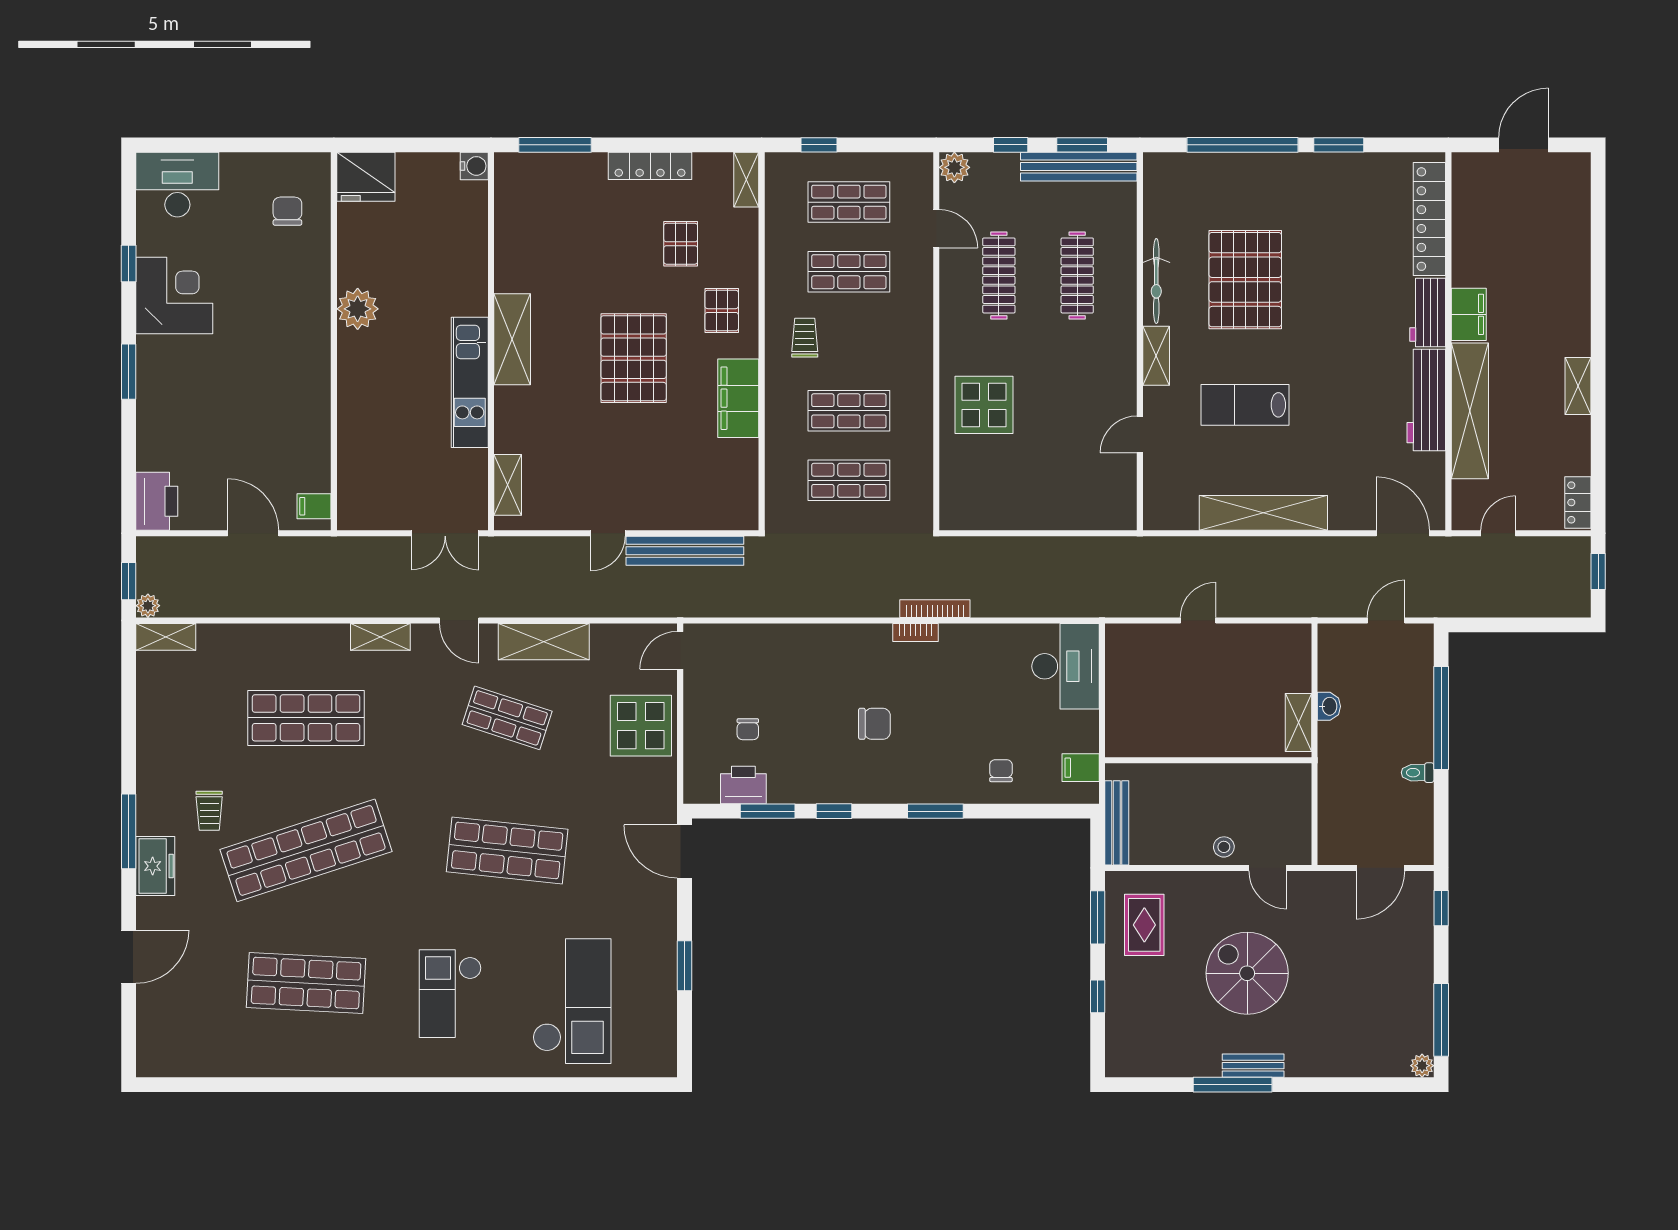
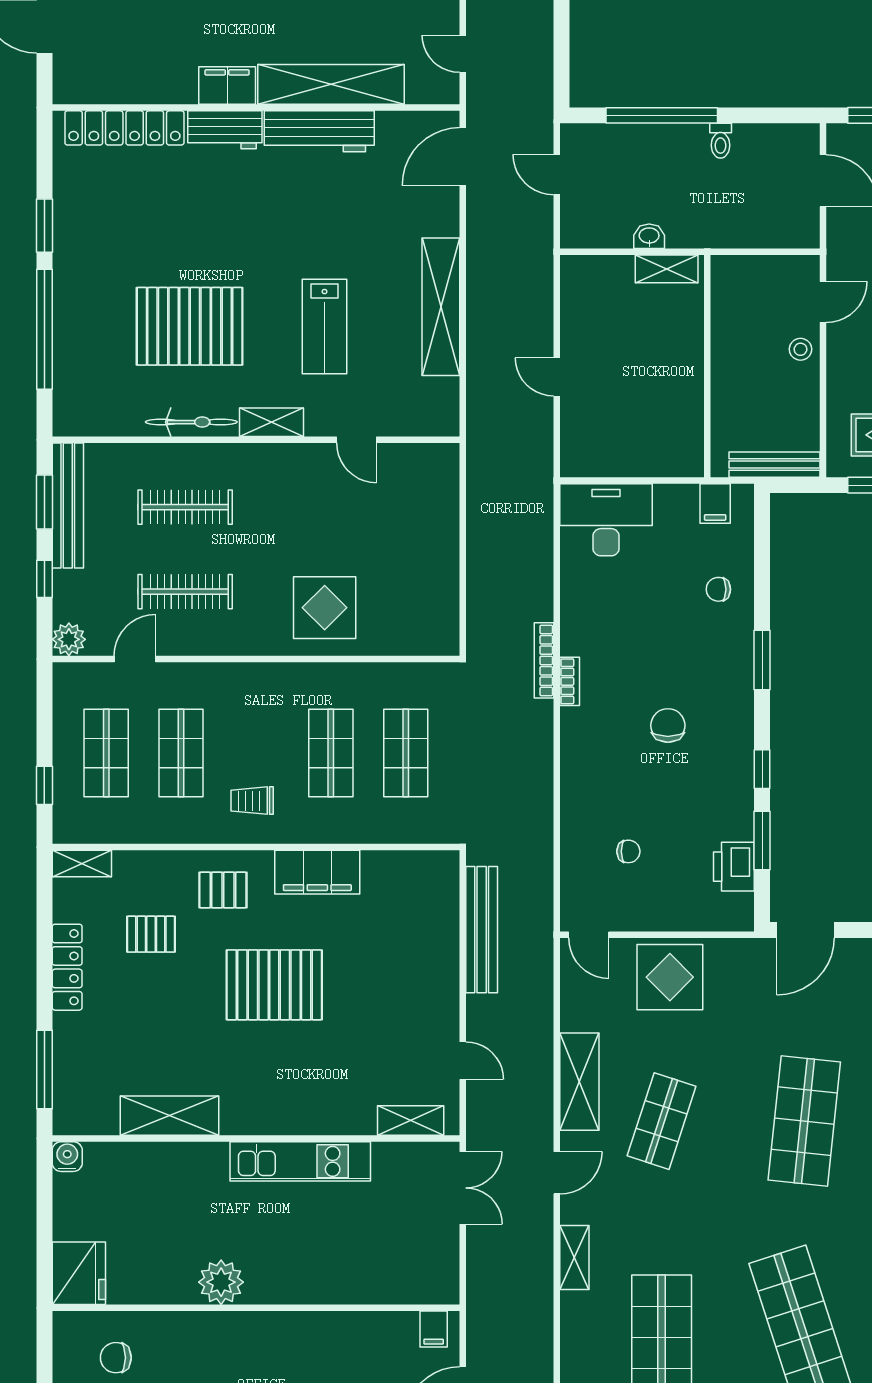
shelving: (512, 339) -> (170, 1116), moved
door: (608, 533) -> (463, 1061), moved
chair: (748, 729) -> (628, 851), moved

